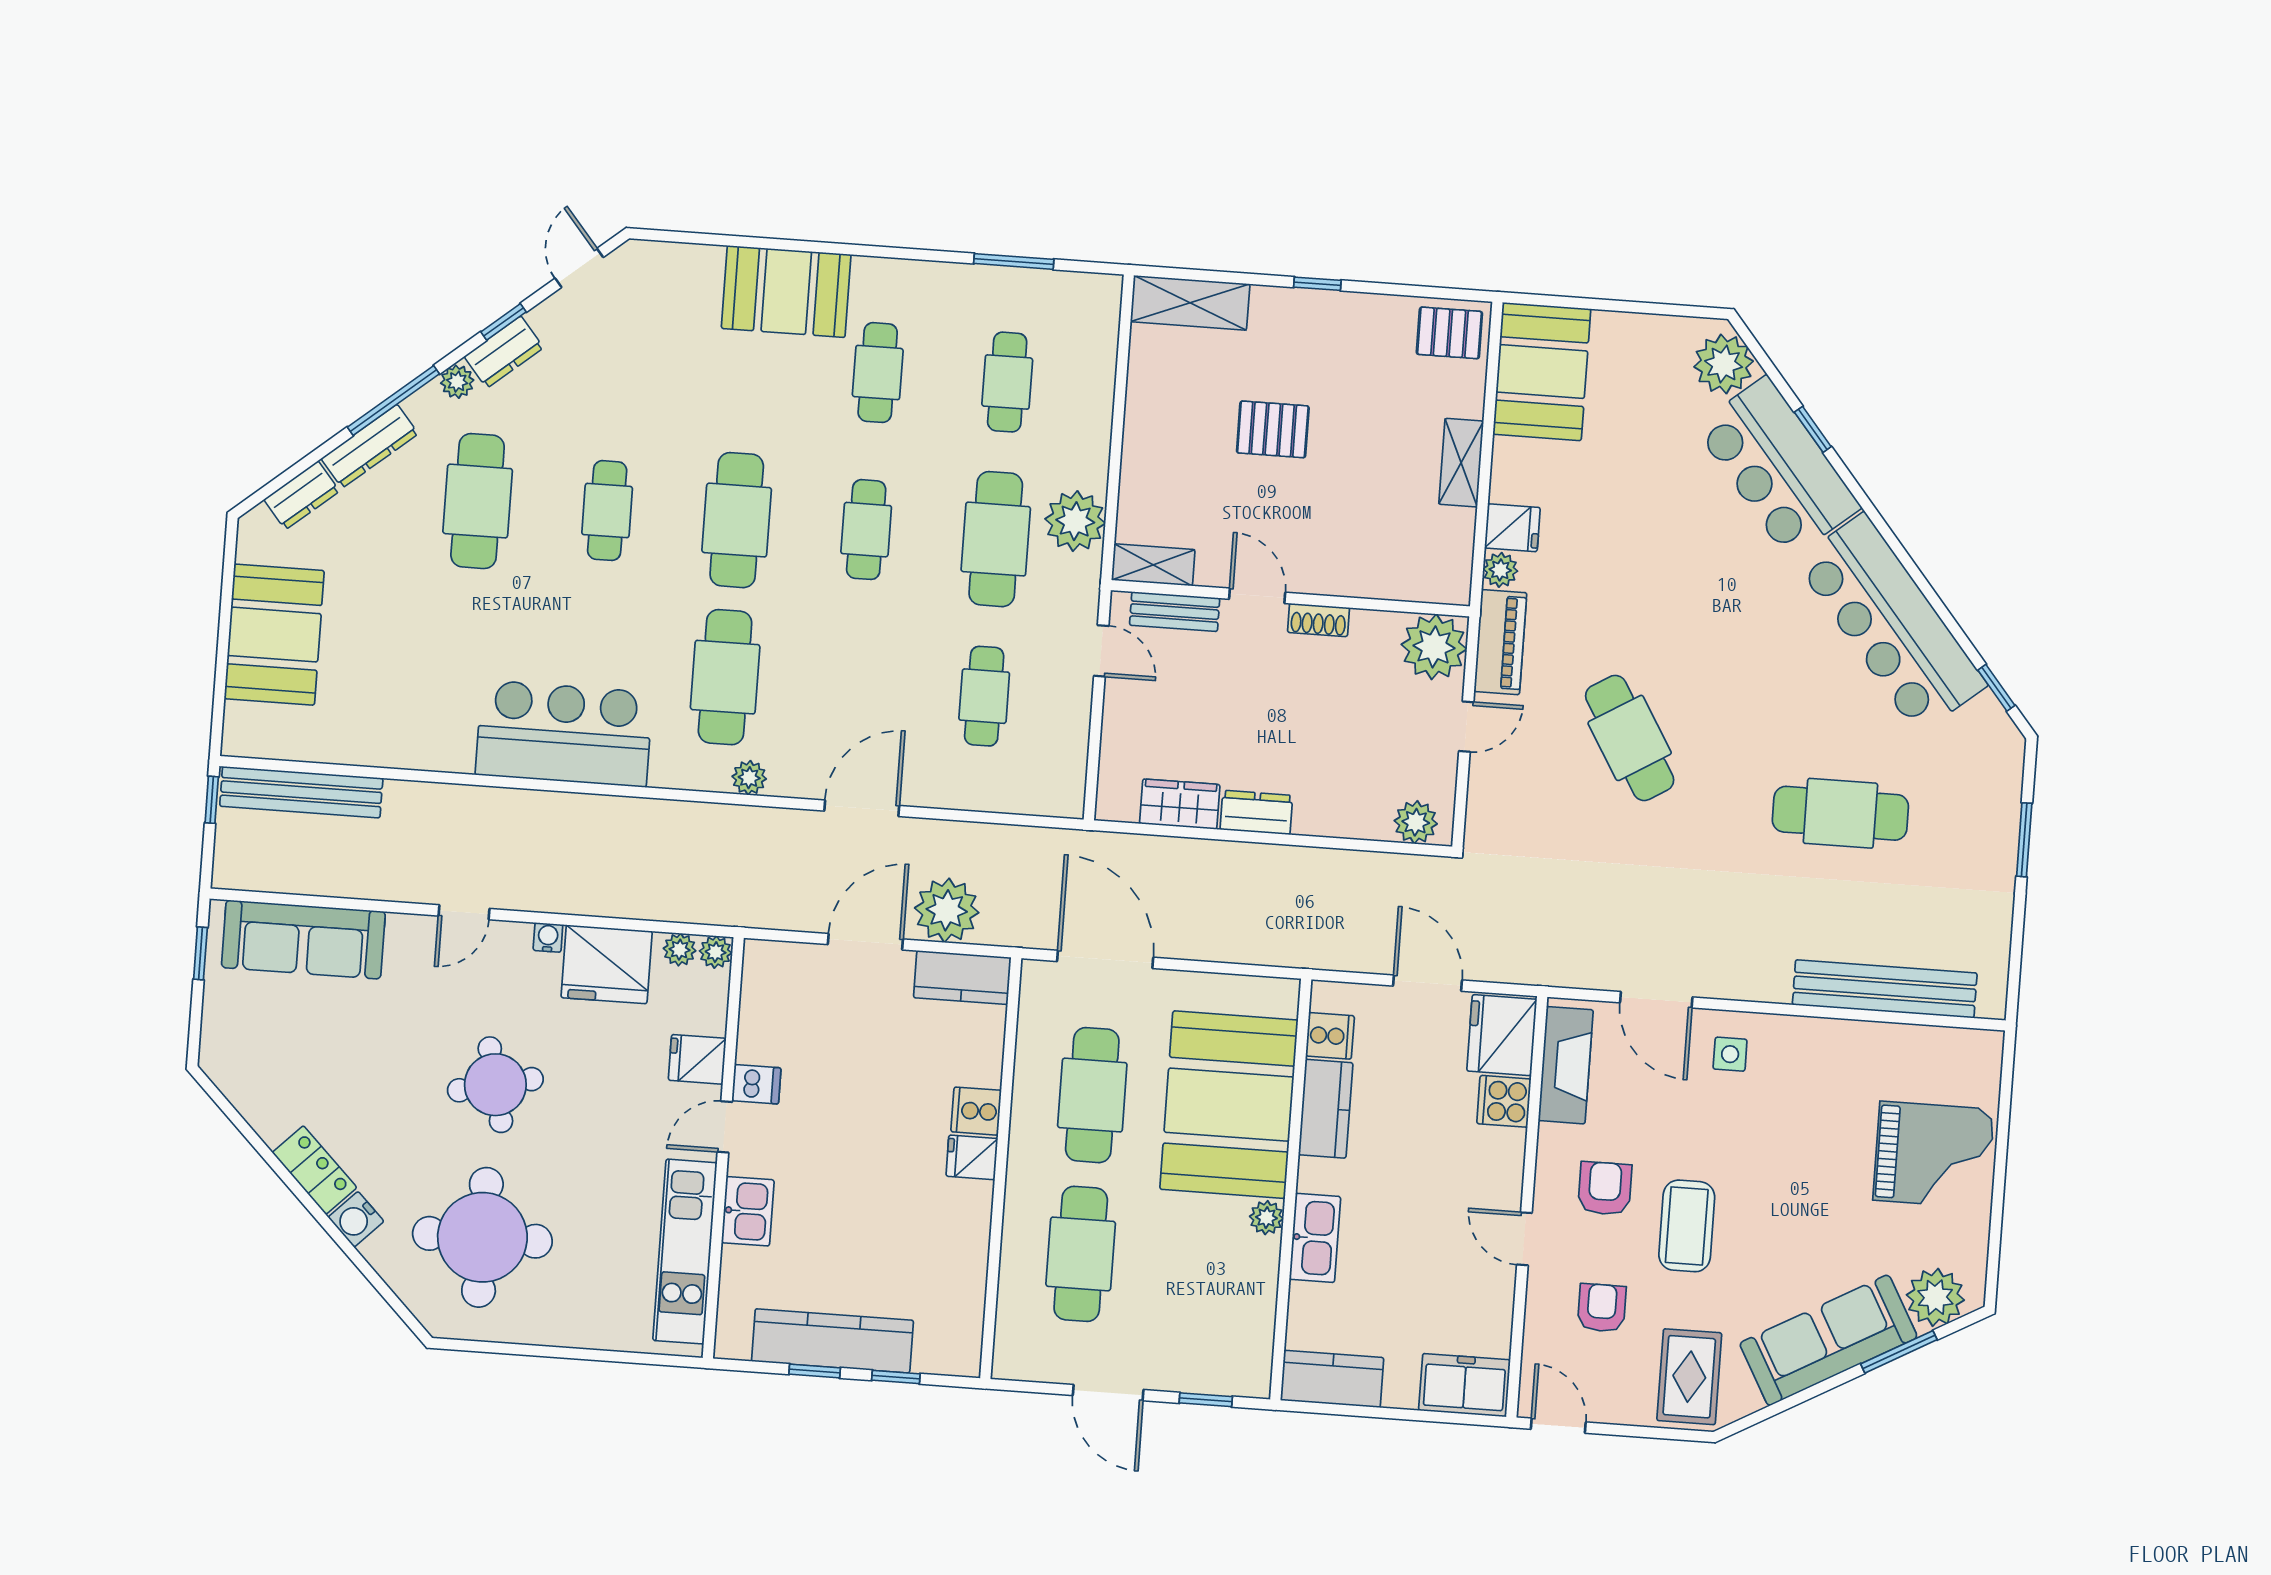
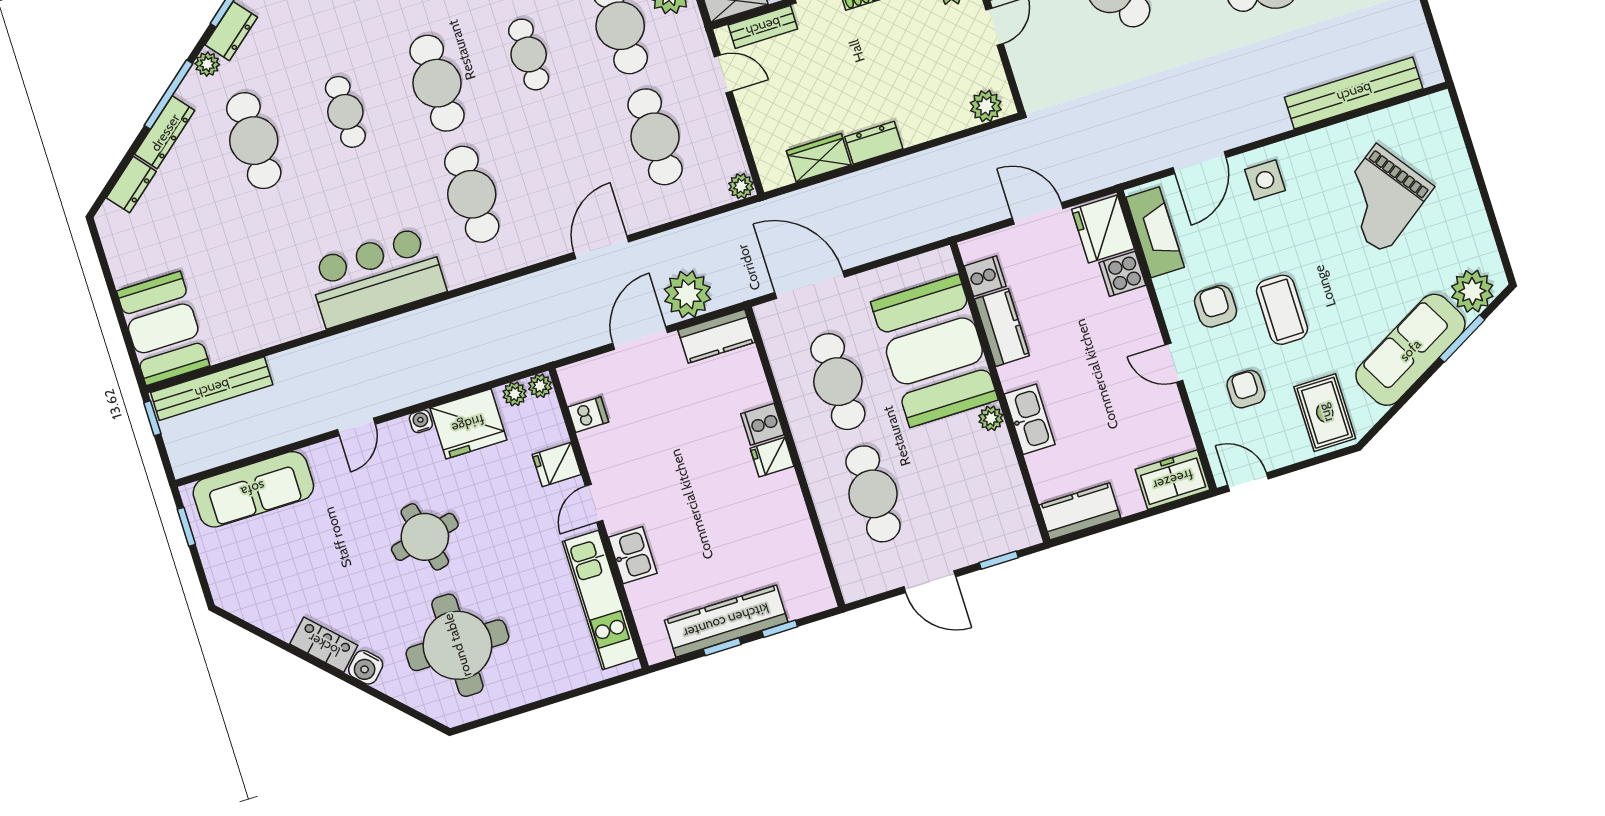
booth: (274, 635) -> (163, 328), moved
cafe table: (984, 696) -> (655, 137), width x1.37, depth x1.35
plant: (749, 778) -> (741, 186), moved
door: (1656, 1000) -> (1199, 163), hinge flipped
side table: (1730, 1054) -> (1265, 180), width x1.37, depth x1.37
dishwasher: (756, 1084) -> (588, 415), moved
grand piano: (1934, 1155) -> (1380, 199), moved, turned 144

